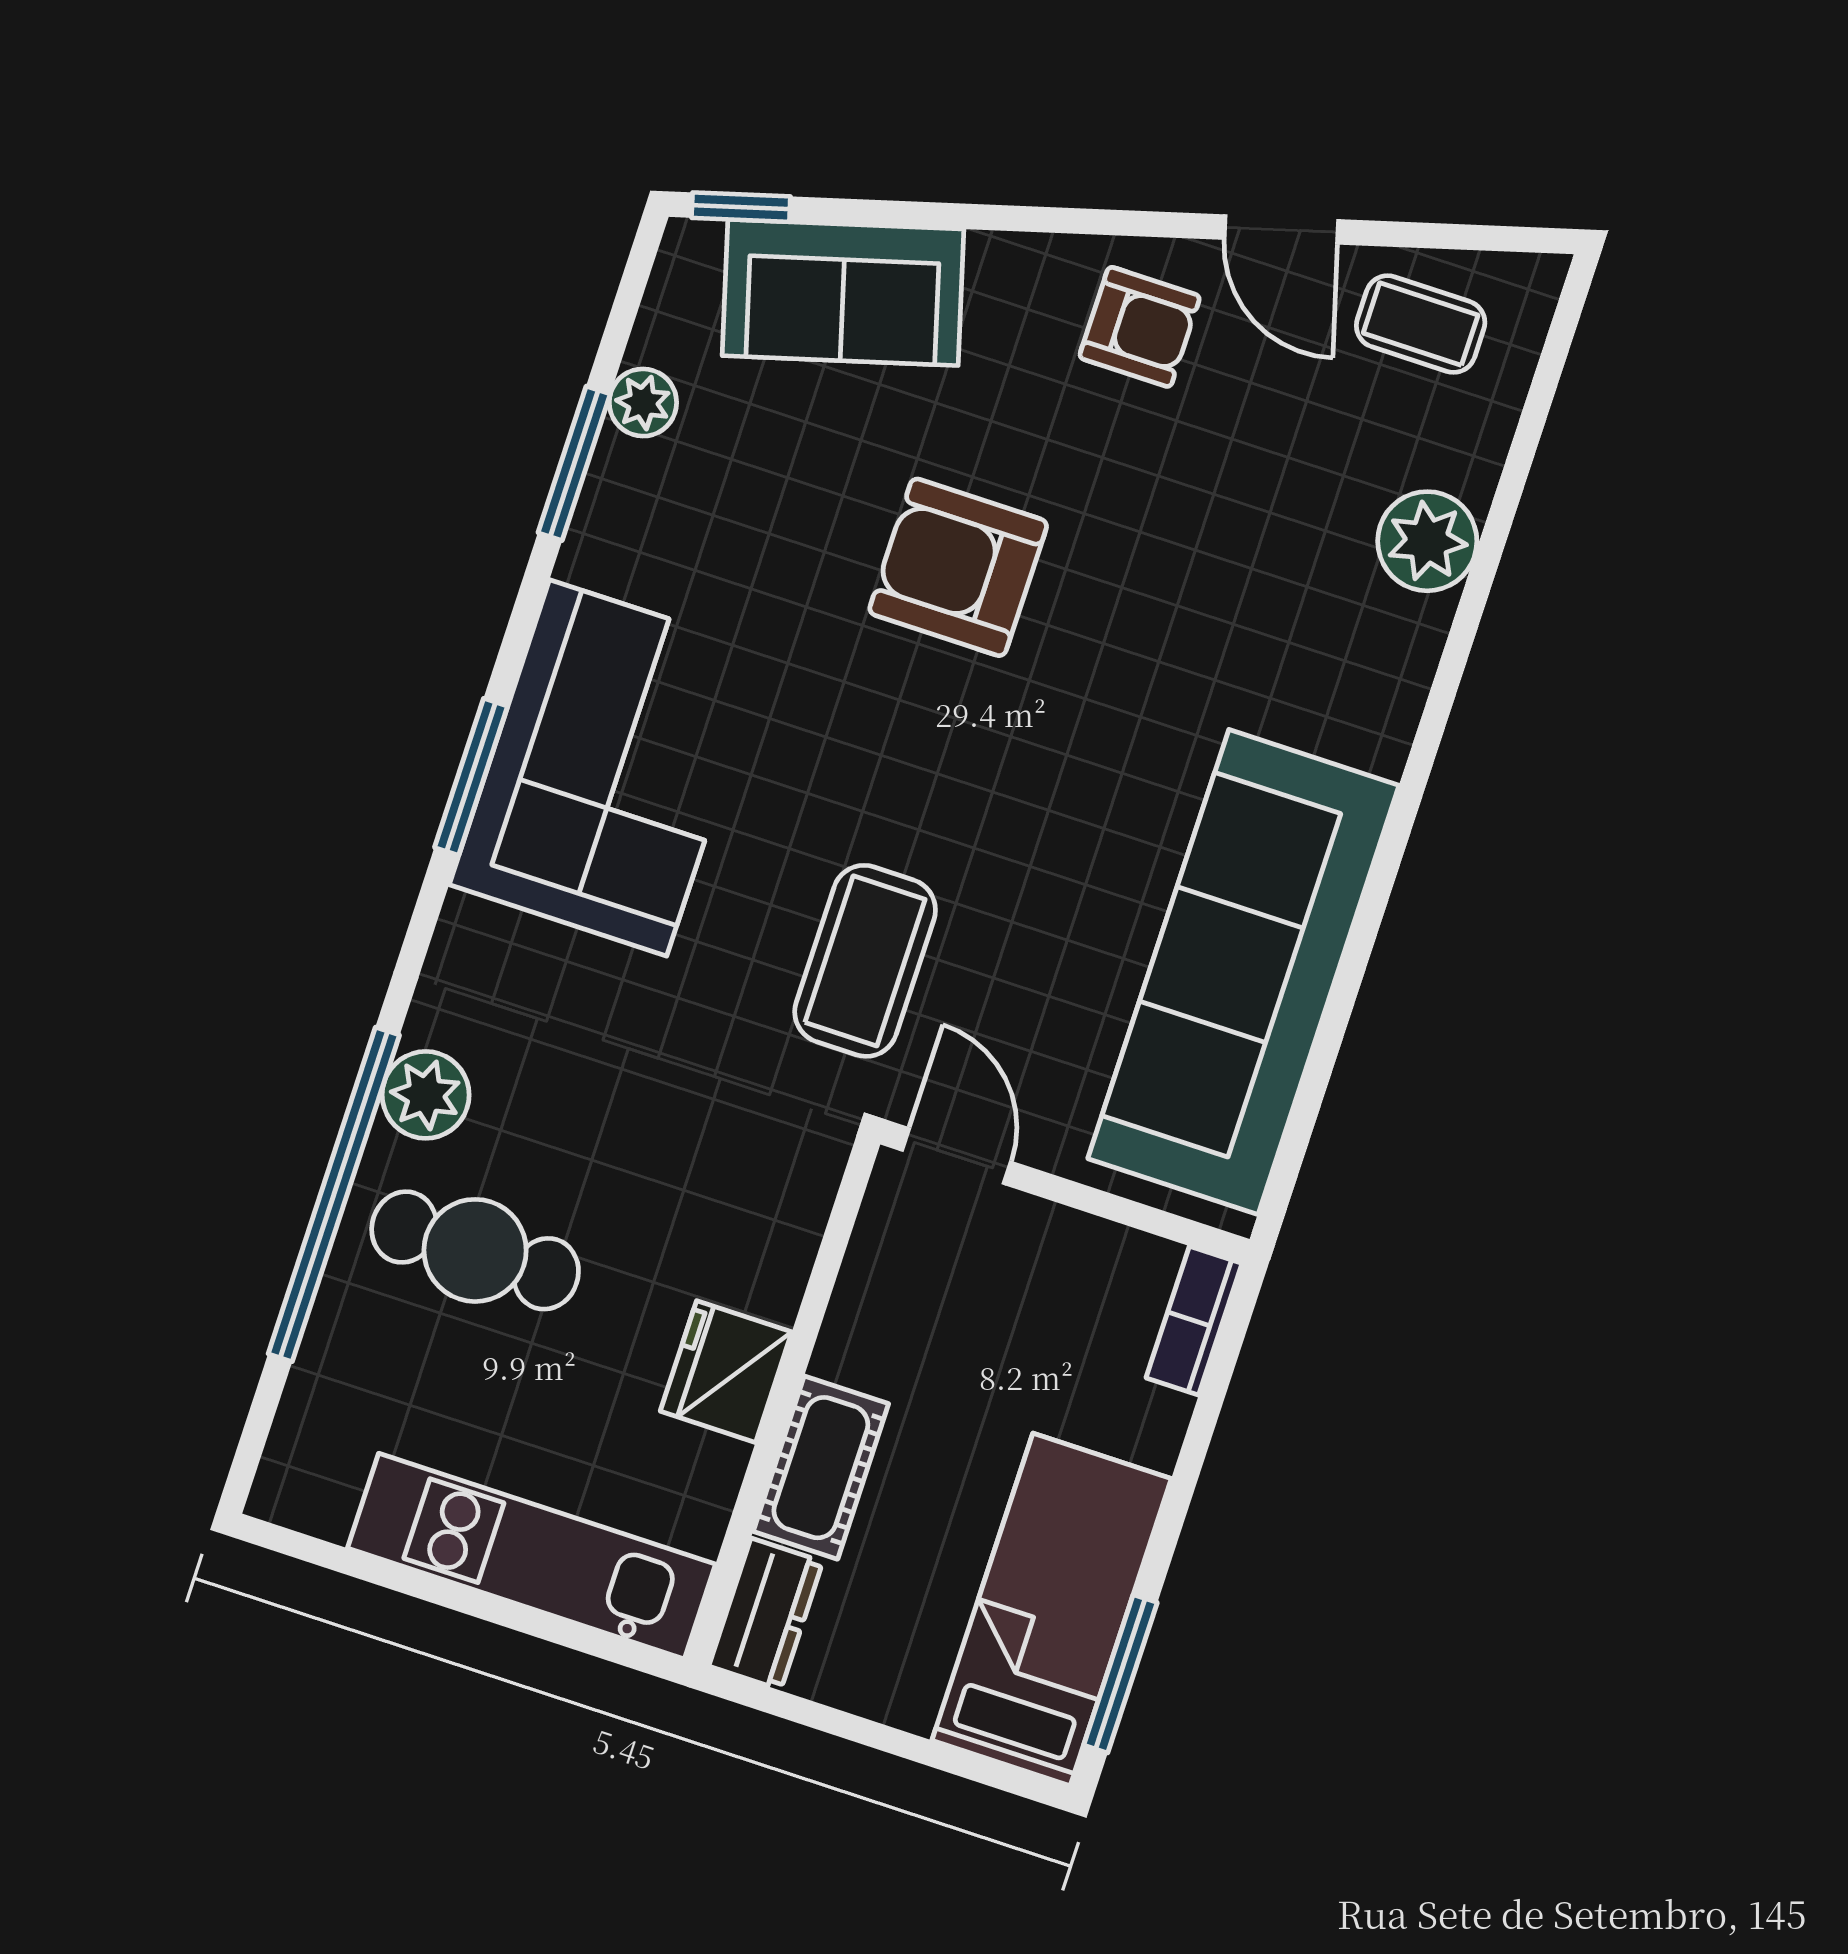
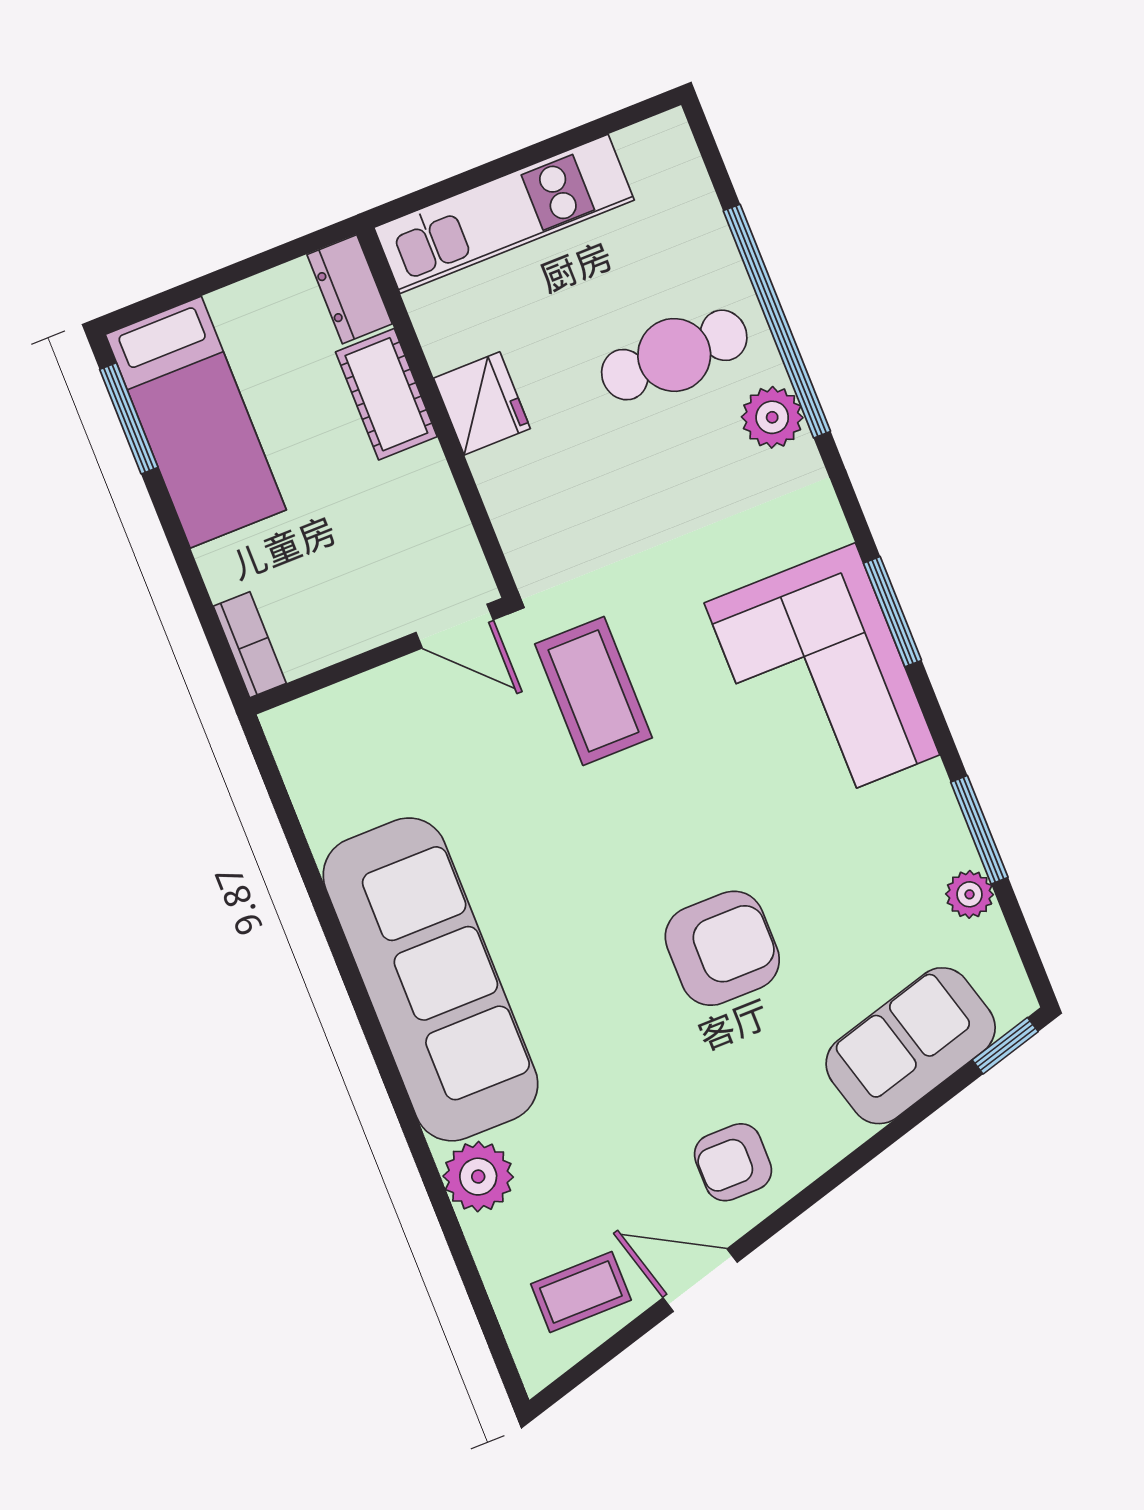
sofa: (1243, 972) -> (430, 979), moved

